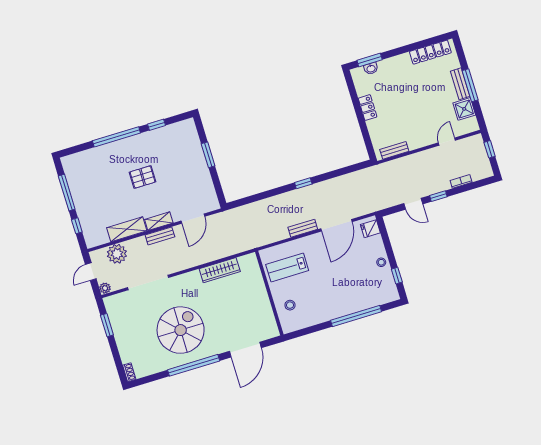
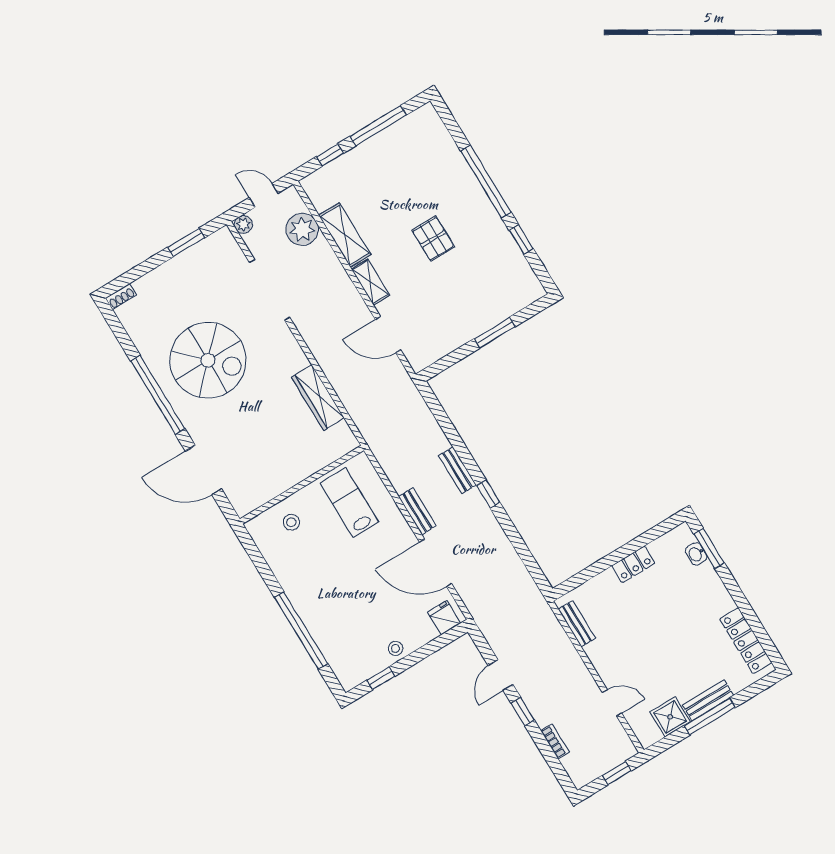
bench: (160, 236) -> (457, 470), moved

